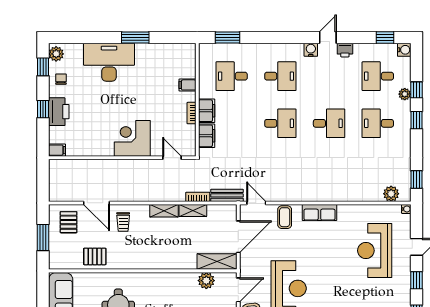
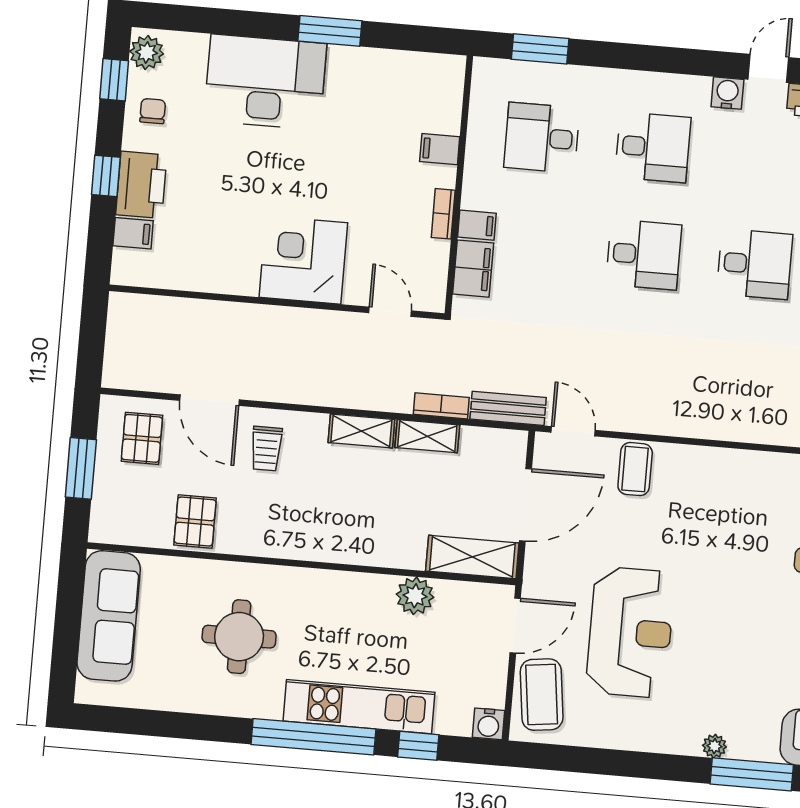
filing cabinet: (207, 111) -> (477, 225), width x0.50
filing cabinet: (57, 150) -> (133, 233), moved
row of seats: (319, 213) -> (715, 466), removed
pallet: (95, 256) -> (195, 522), turned 90
plant: (206, 281) -> (415, 596), moved

